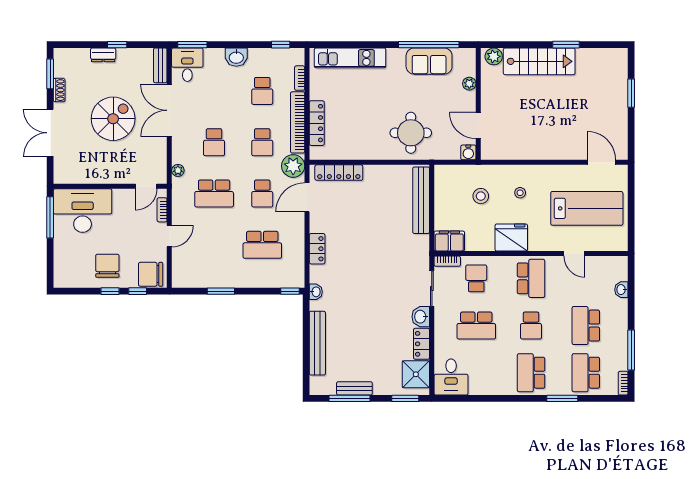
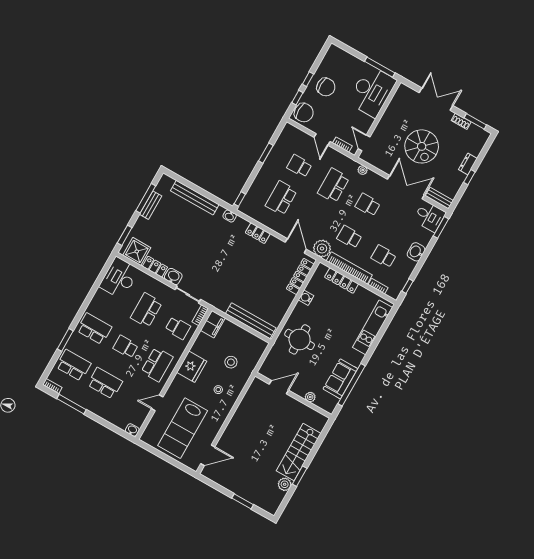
plant: (494, 56) -> (285, 484), moved
water cooler: (468, 152) -> (306, 298), moved
school desk: (262, 194) -> (299, 166), moved
chair: (151, 274) -> (304, 113), turned 90
school desk: (531, 278) -> (157, 364), turned -90
washbasin: (621, 290) -> (132, 430), moved
desk: (451, 377) -> (119, 278), width x1.37

